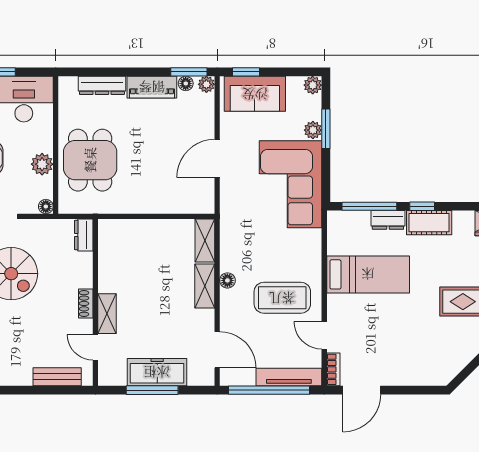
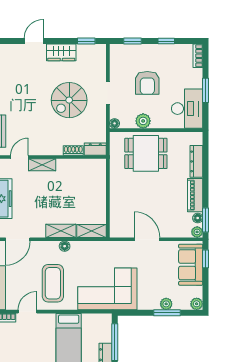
corner sofa: (291, 184) -> (107, 289), moved
shoe rack: (86, 303) -> (73, 150), moved

